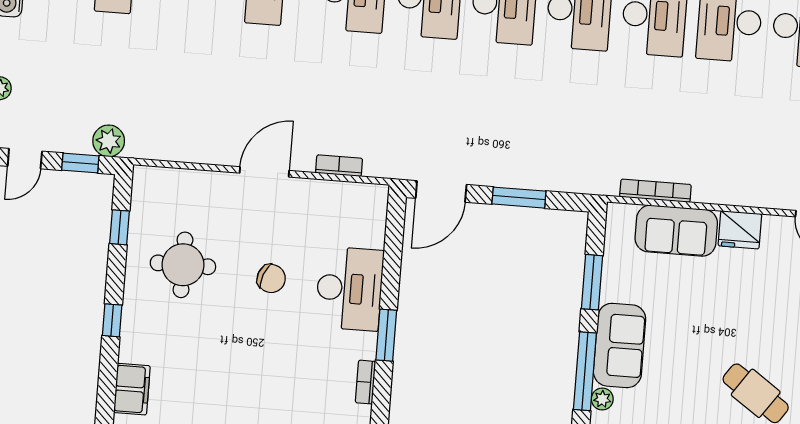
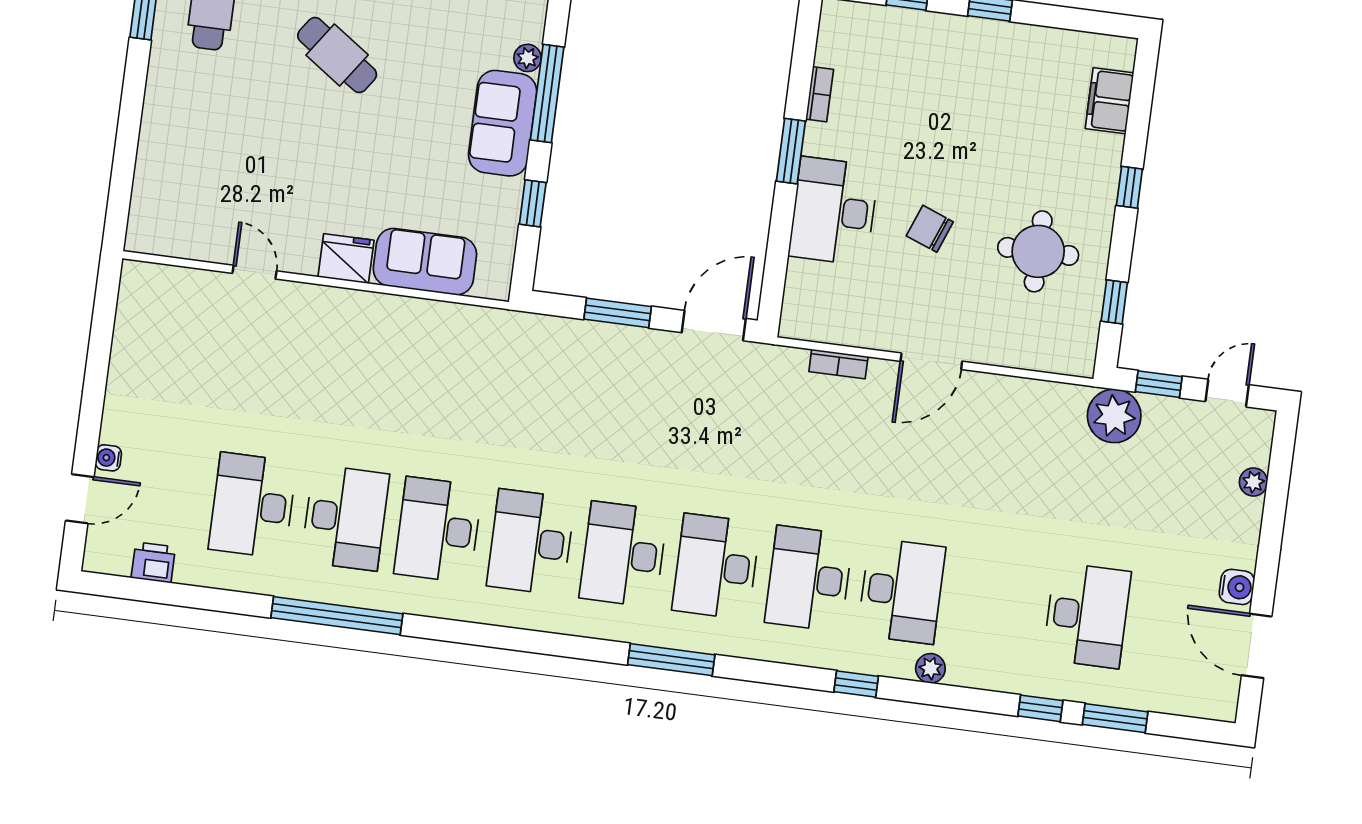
plant: (109, 141) -> (1114, 416), width x1.36, depth x1.36
bookcase: (655, 191) -> (448, 312), removed
window: (592, 282) -> (533, 203), width x0.67

